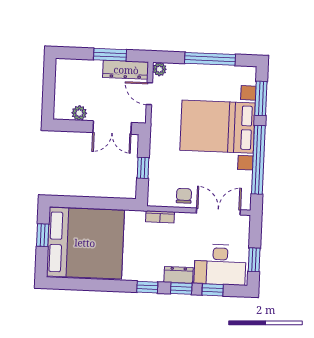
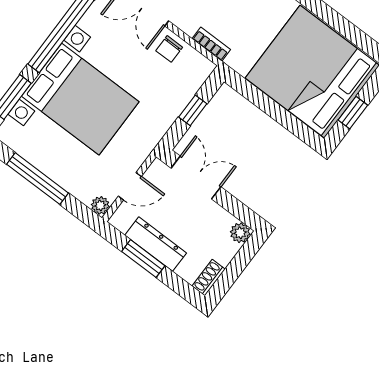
dresser: (126, 70) -> (156, 244), moved
shoe rack: (61, 71) -> (209, 278), added
door: (149, 94) -> (130, 186), hinge flipped
plant: (79, 113) -> (240, 233), moved

